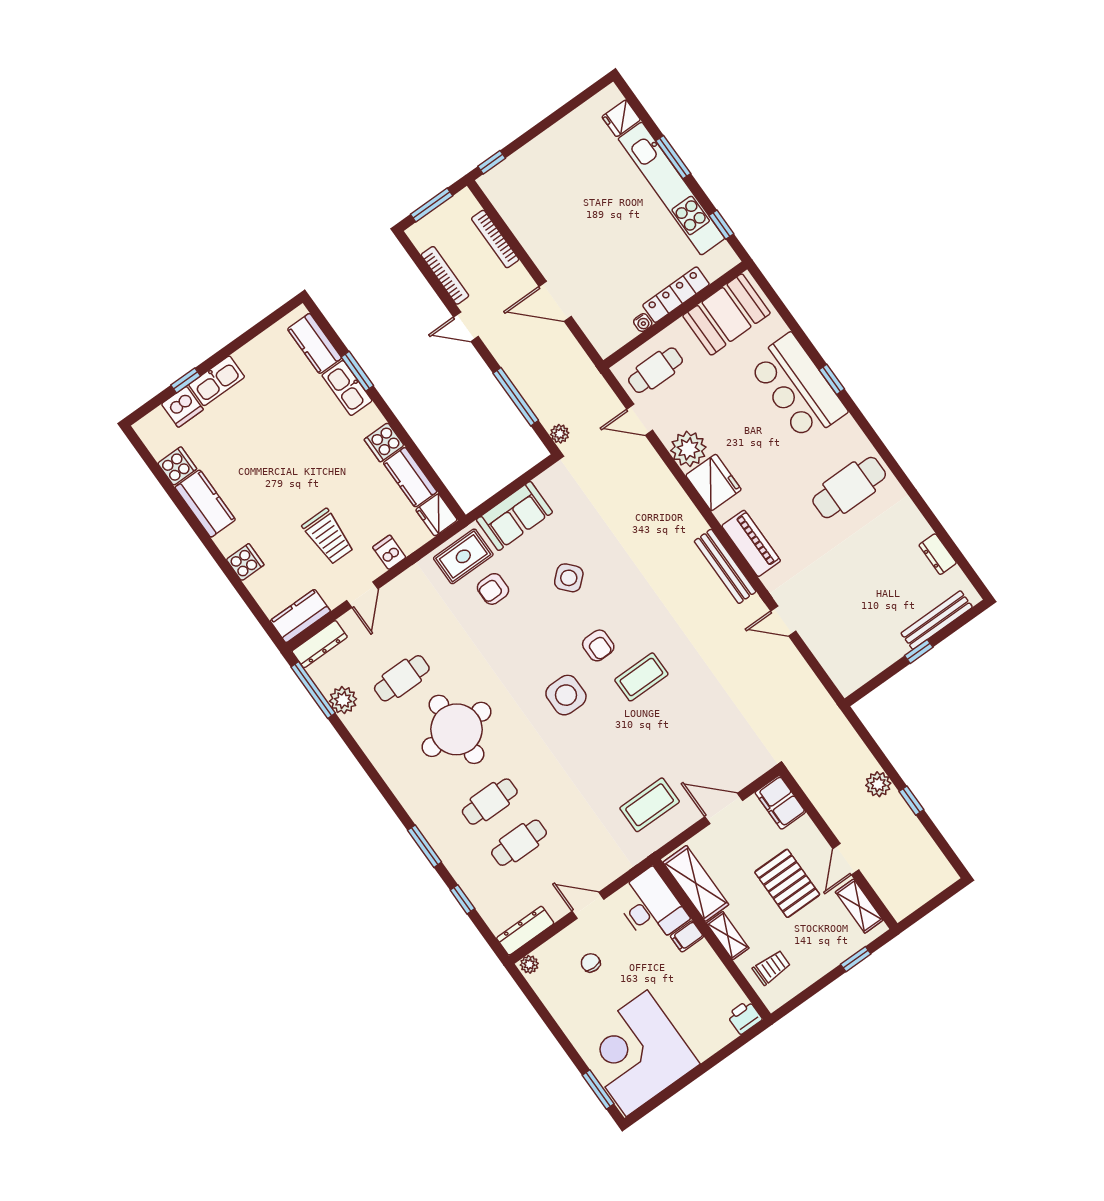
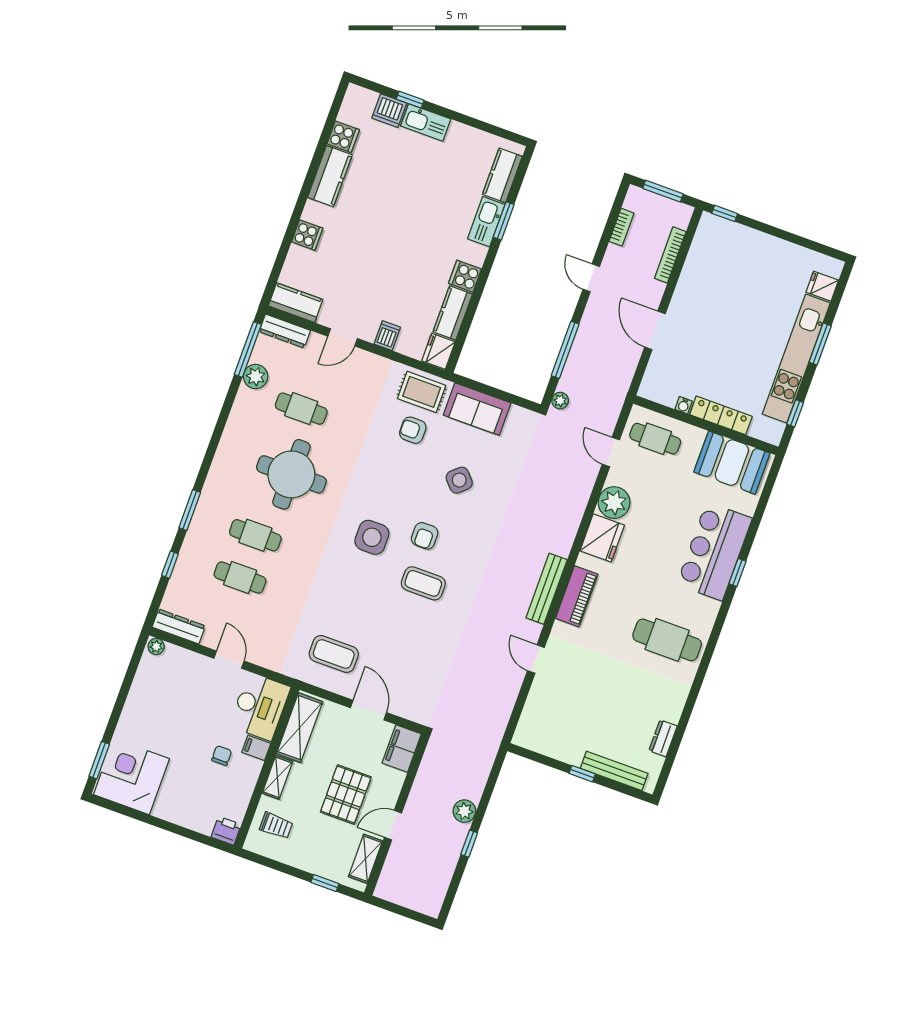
bookcase: (445, 275) -> (622, 227), width x0.64
trolley: (328, 537) -> (368, 283), removed
chair: (591, 963) -> (222, 756), moved
corner desk: (637, 1053) -> (131, 777), width x0.74, depth x0.74

